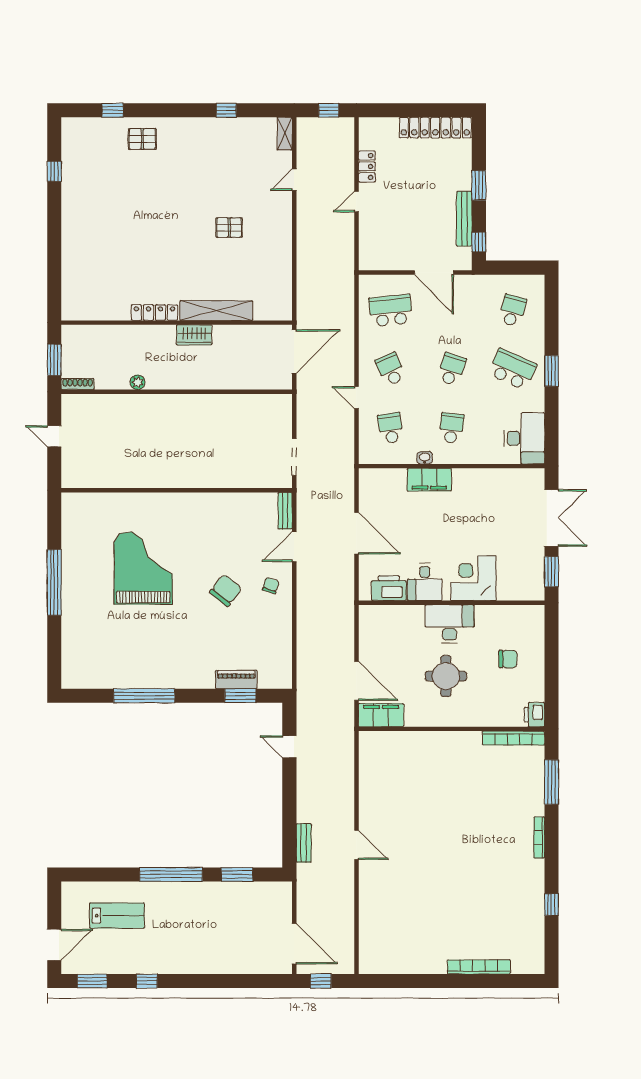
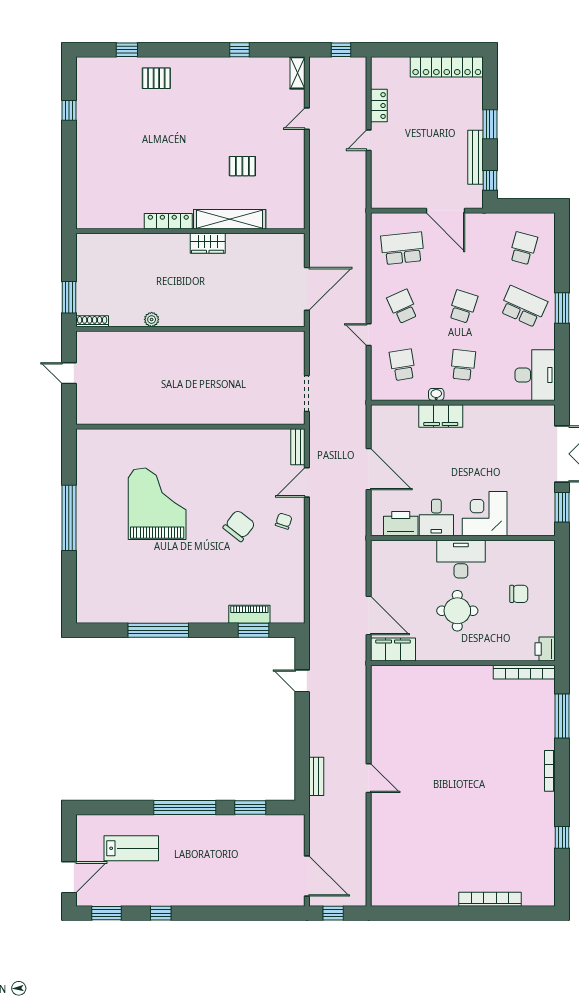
shelving: (216, 311) -> (230, 219), moved
locker: (154, 313) -> (168, 221), moved
wall: (177, 323) -> (190, 231), moved
wardrobe: (194, 335) -> (208, 243), moved

